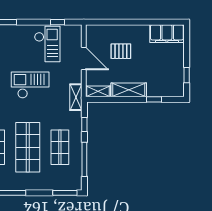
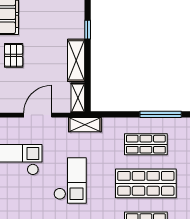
pallet: (121, 51) -> (14, 55), moved
checkout: (30, 85) -> (70, 181), turned 180
window: (84, 125) -> (118, 114), removed

